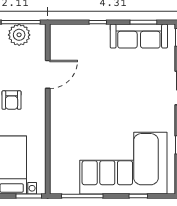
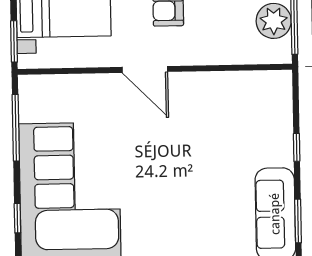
door: (48, 74) -> (145, 69), moved

